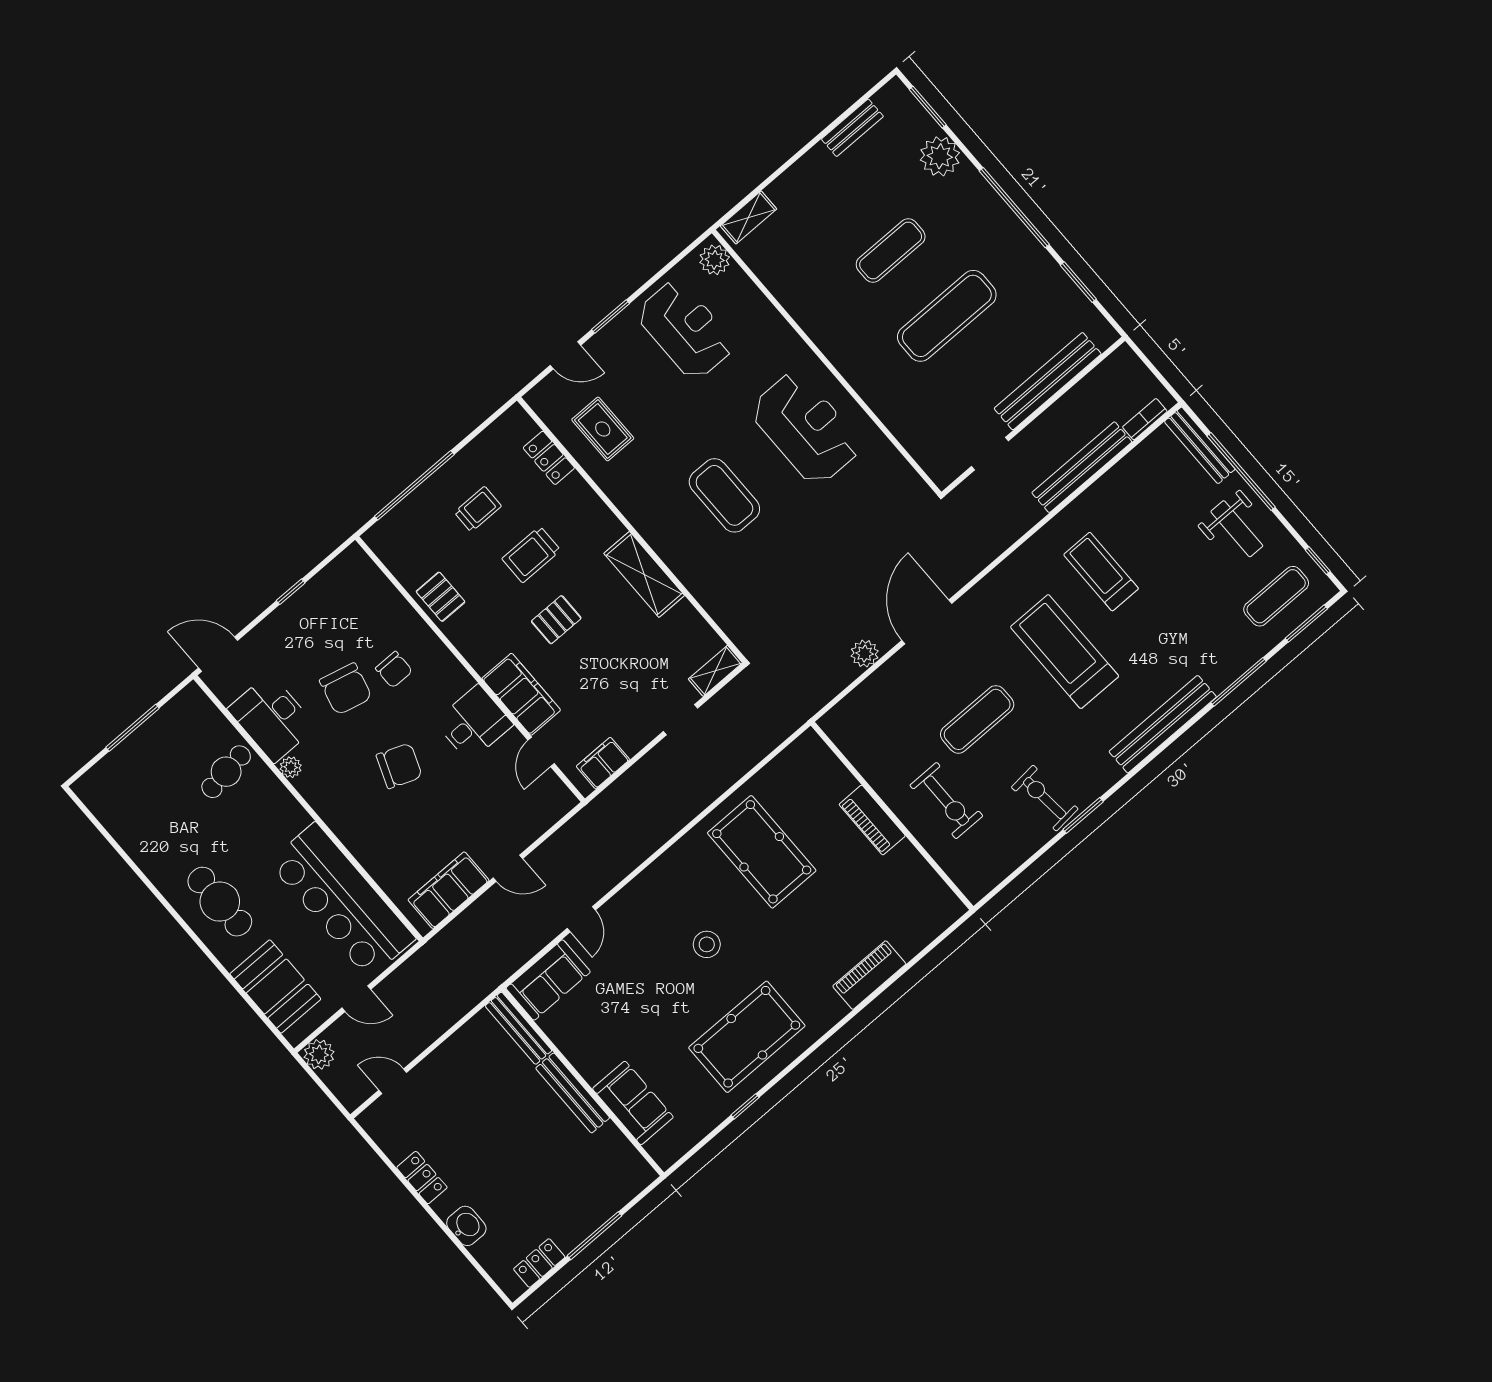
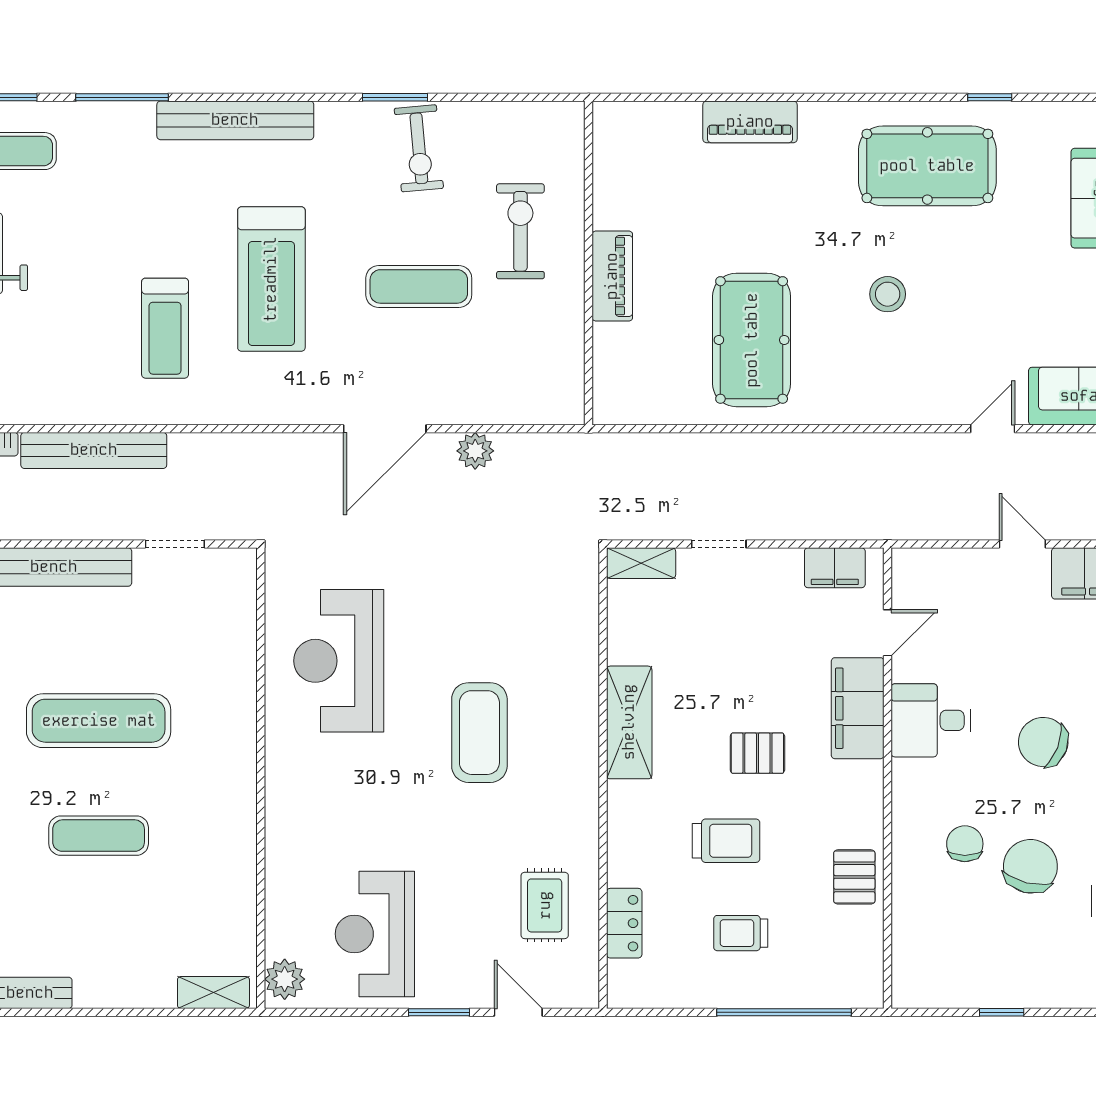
reception desk: (806, 428) -> (339, 661), moved

